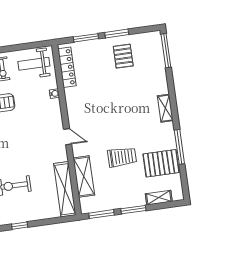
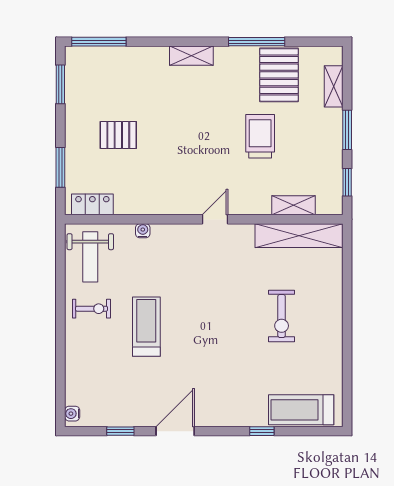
window: (117, 33) -> (60, 84), moved
pallet: (123, 56) -> (118, 135), moved
locker: (67, 67) -> (92, 204), width x0.66
shelving: (84, 176) -> (294, 205), width x0.67, depth x0.75
window: (101, 214) -> (347, 182), width x0.67
window: (20, 226) -> (347, 316), removed

